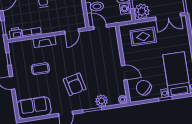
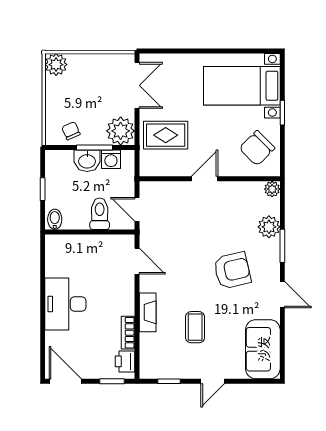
door: (100, 27) -> (137, 209), hinge flipped
rug: (143, 36) -> (166, 135), turned 90
door: (124, 73) -> (205, 179), moved

